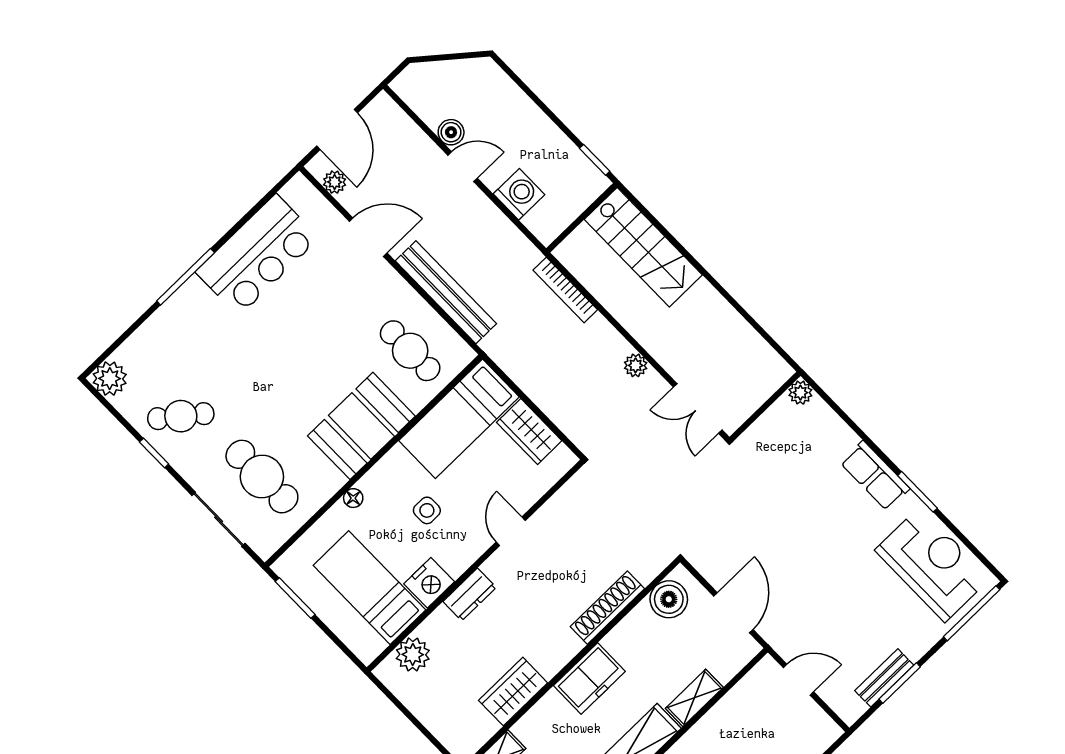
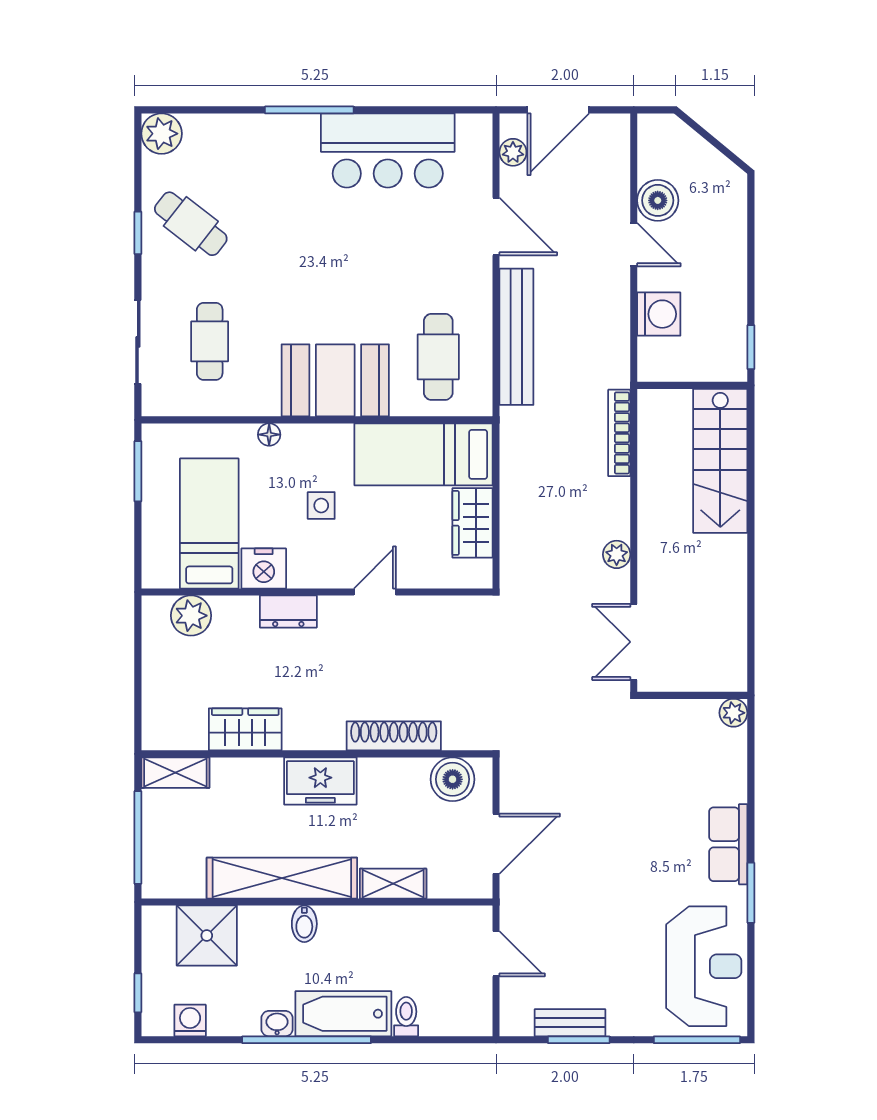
boiler: (451, 132) -> (658, 200), width x1.36, depth x1.36
cafe table: (262, 477) -> (210, 341), width x0.73, depth x0.74

